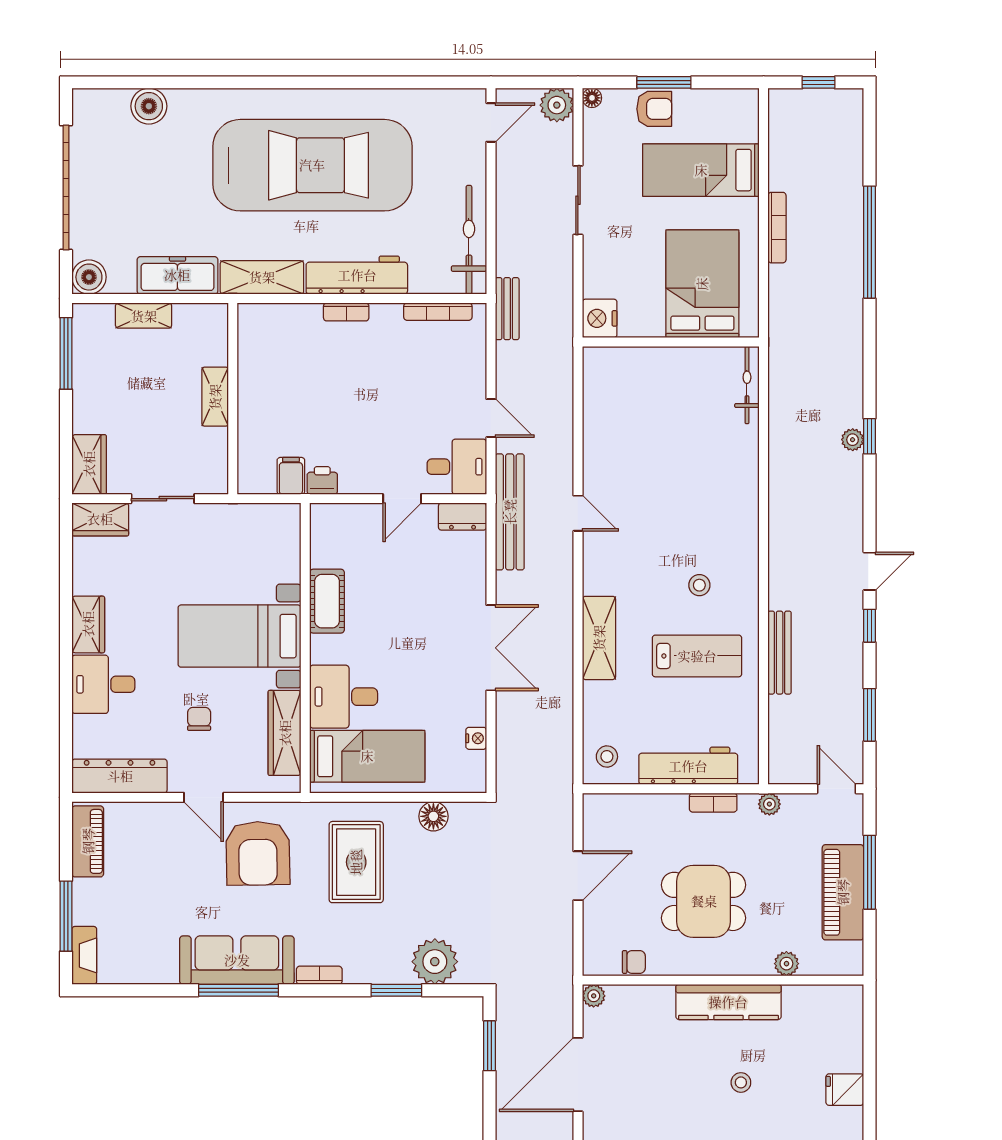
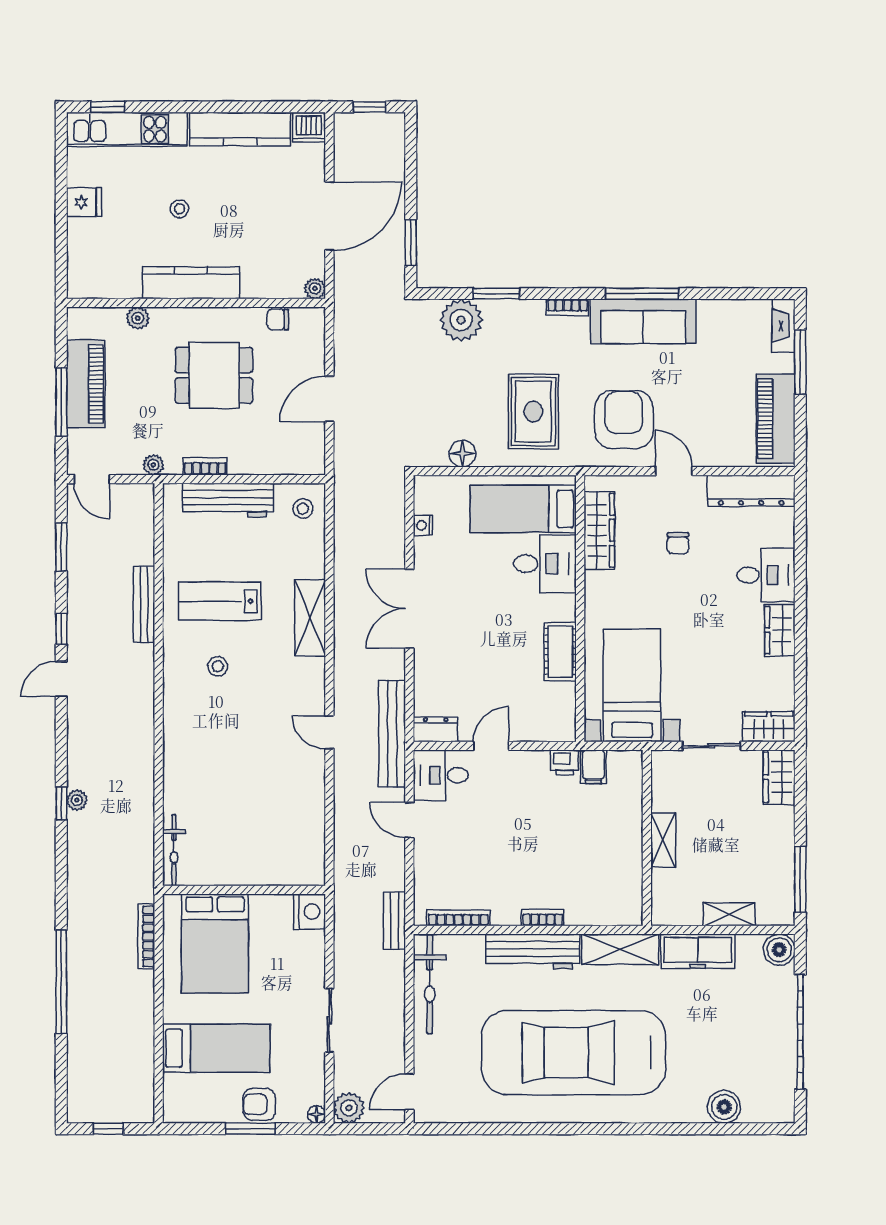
bookcase: (777, 228) -> (146, 936), moved
bed with nightstands: (240, 636) -> (632, 685), moved, turned -90
piano: (88, 841) -> (776, 419), width x1.37, depth x1.33

